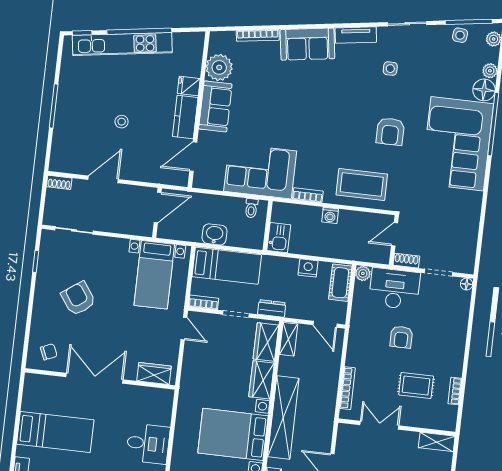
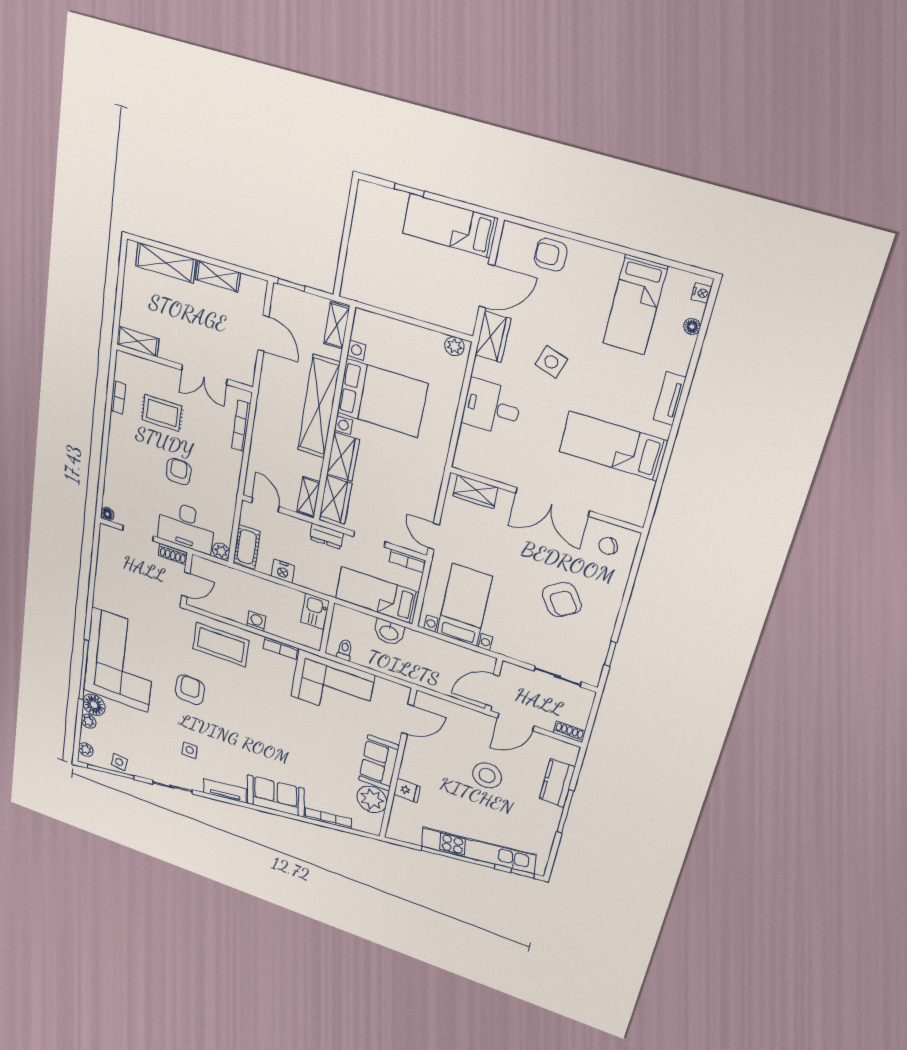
kitchen counter: (185, 117) -> (557, 783), moved, turned 180
stool: (122, 122) -> (487, 775), width x1.89, depth x1.89
door: (158, 207) -> (492, 690), moved
wall: (157, 213) -> (494, 685), moved

